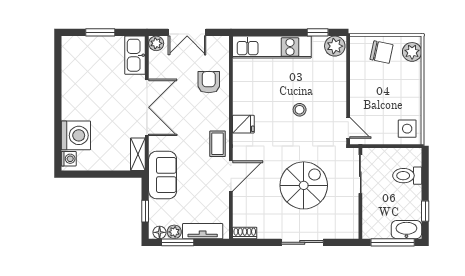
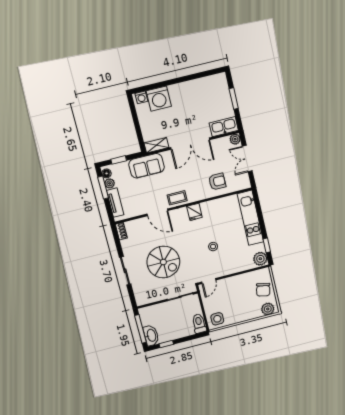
toilet: (407, 176) -> (199, 324), moved

